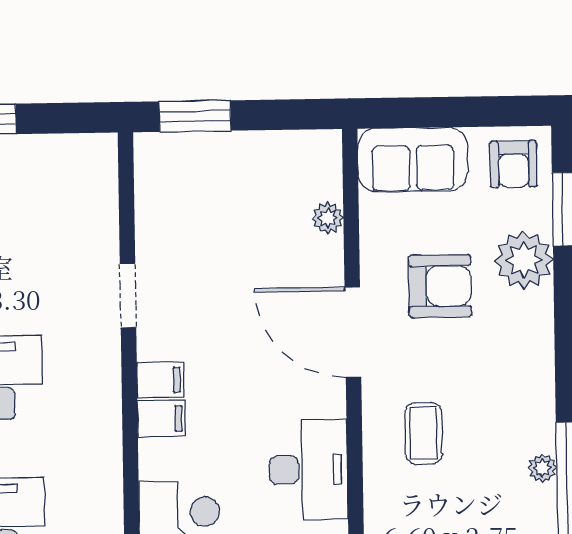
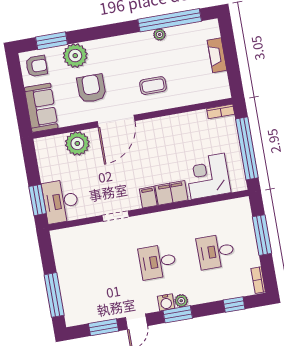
plant: (328, 218) -> (77, 143), width x1.88, depth x1.88
filing cabinet: (162, 419) -> (171, 193), width x2.00
desk: (308, 470) -> (61, 201), moved, turned -90

